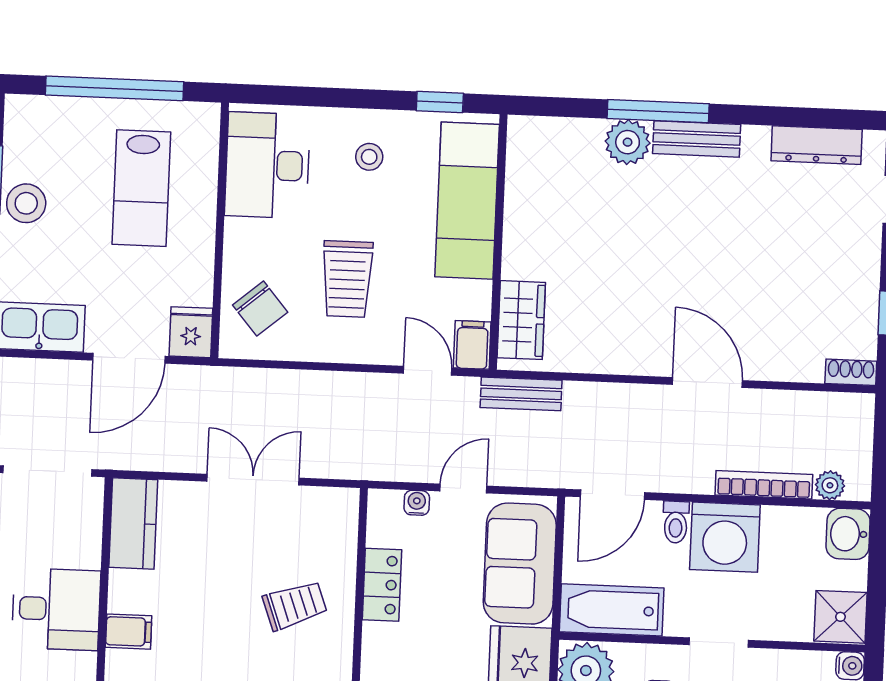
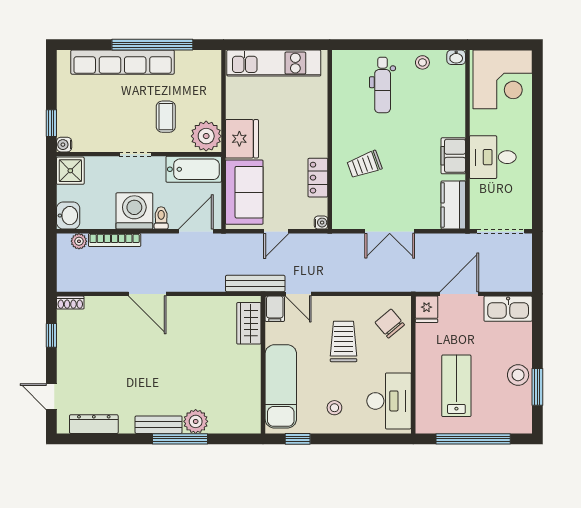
bench: (521, 394) -> (255, 284), width x1.36
water cooler: (417, 503) -> (321, 223), moved, turned -90
filing cabinet: (129, 632) -> (453, 156), width x2.00

